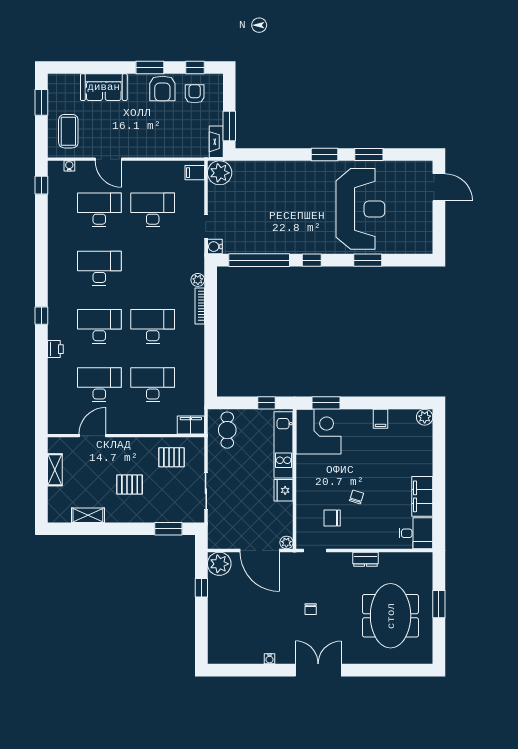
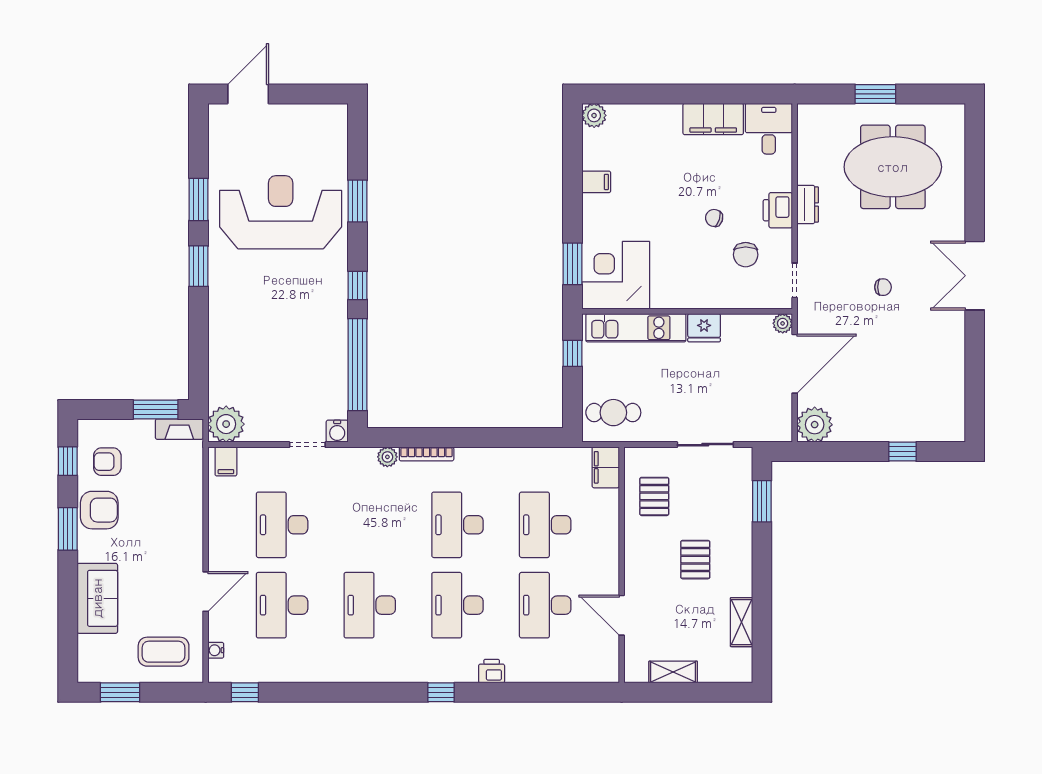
printer: (362, 539) -> (778, 210), added
window: (201, 588) -> (902, 452), moved
water cooler: (269, 659) -> (958, 349), removed

